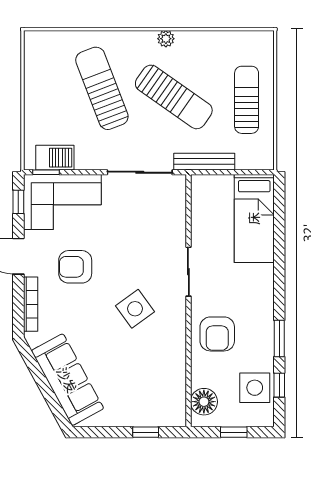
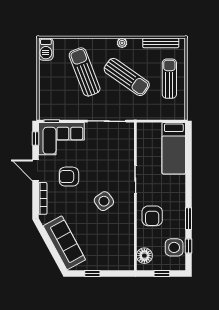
barbecue: (55, 158) -> (46, 49), moved, turned 90
bench: (204, 162) -> (161, 43), moved
window: (146, 432) -> (92, 273), moved

